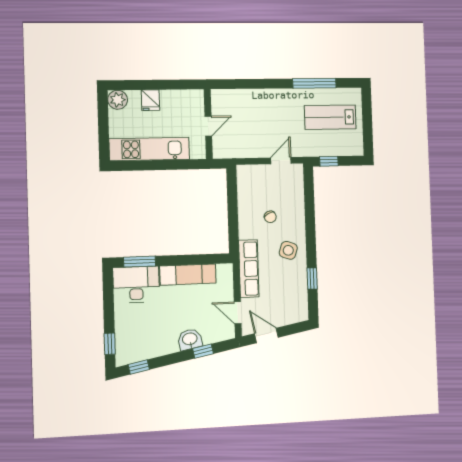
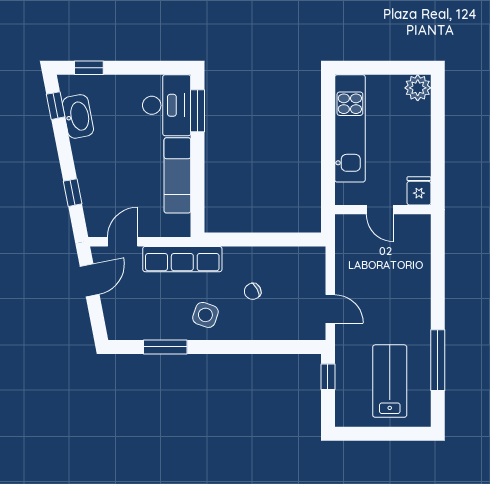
fridge: (150, 100) -> (419, 191), moved, turned 90
window: (312, 278) -> (165, 347), width x1.50
washbasin: (190, 339) -> (78, 116), moved, width x1.38

